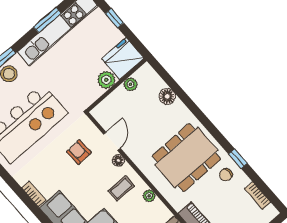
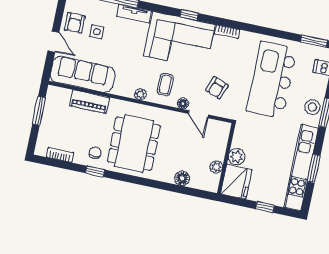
armchair: (79, 152) -> (217, 88), turned 112

